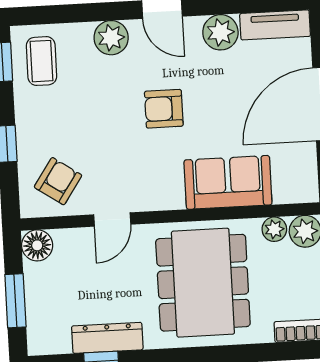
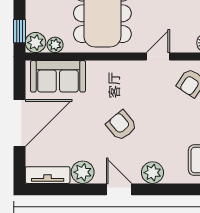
armchair: (164, 109) -> (121, 125), turned -130
sofa: (228, 182) -> (58, 76), moved

